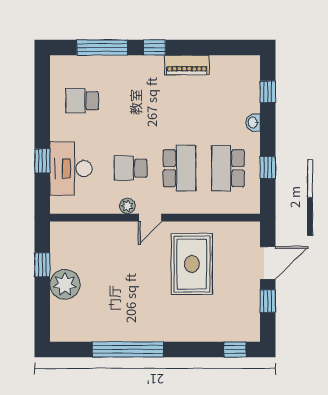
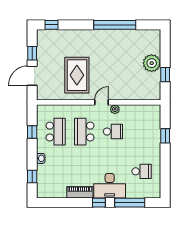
desk: (71, 169) -> (110, 186), moved, turned 90

